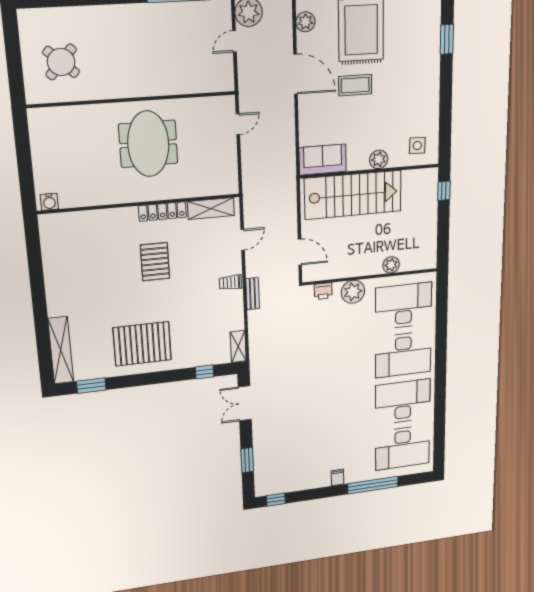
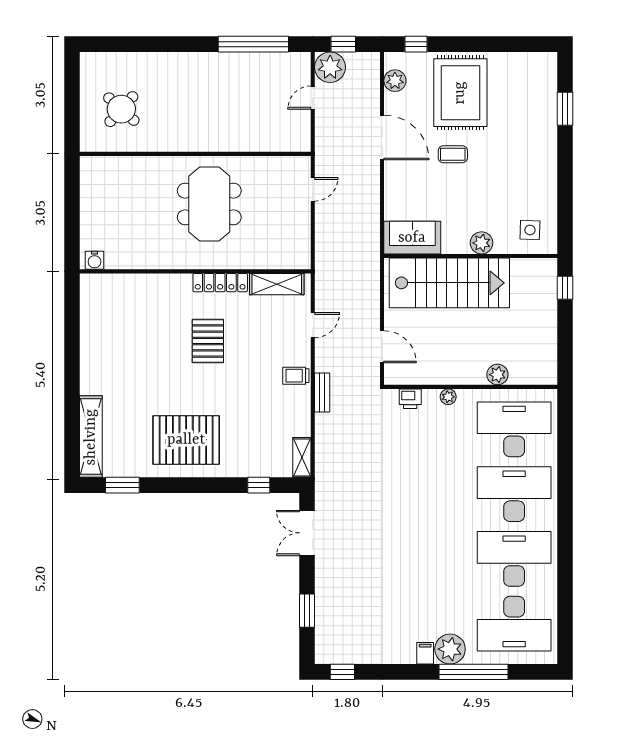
coffee table: (355, 85) -> (453, 154), width x0.73, depth x0.77
plant: (353, 292) -> (448, 397), width x0.53, depth x0.53
desk: (403, 354) -> (514, 494), turned 180
plant: (356, 472) -> (450, 649), added

